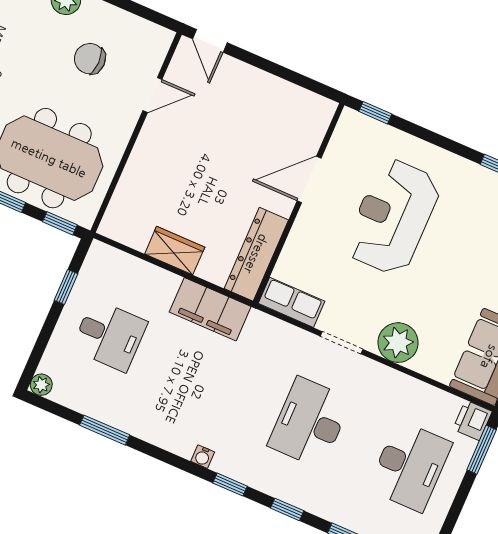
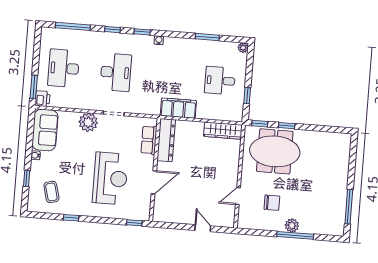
door: (210, 41) -> (203, 228), moved
wardrobe: (175, 251) -> (223, 131), moved, width x1.50
row of seats: (292, 302) -> (149, 140), moved, turned 90

